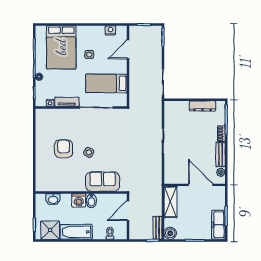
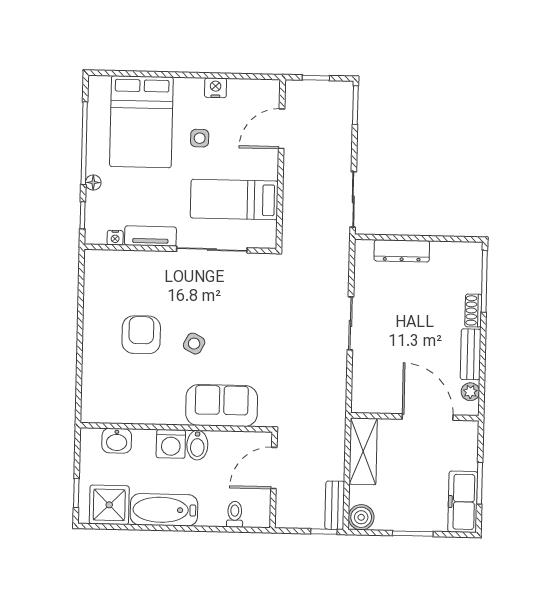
nightstand: (110, 30) -> (216, 88), moved
dresser: (203, 106) -> (402, 251), moved

